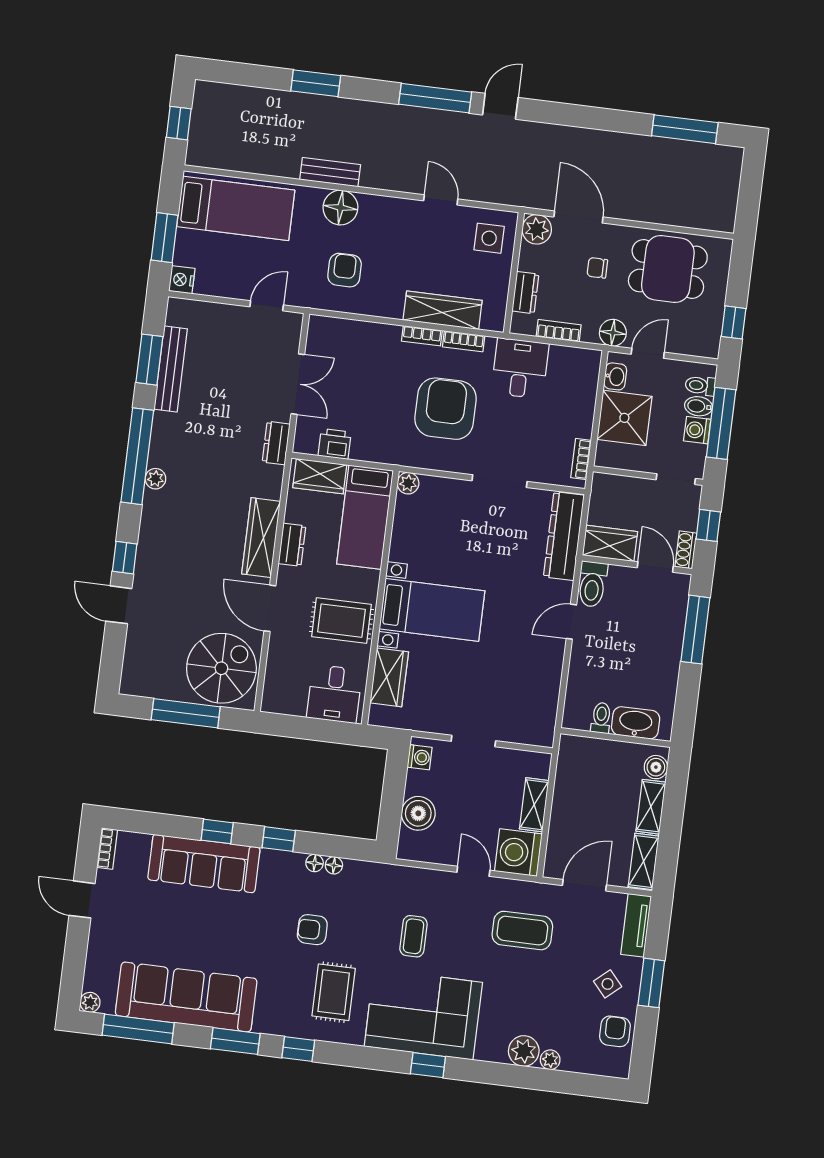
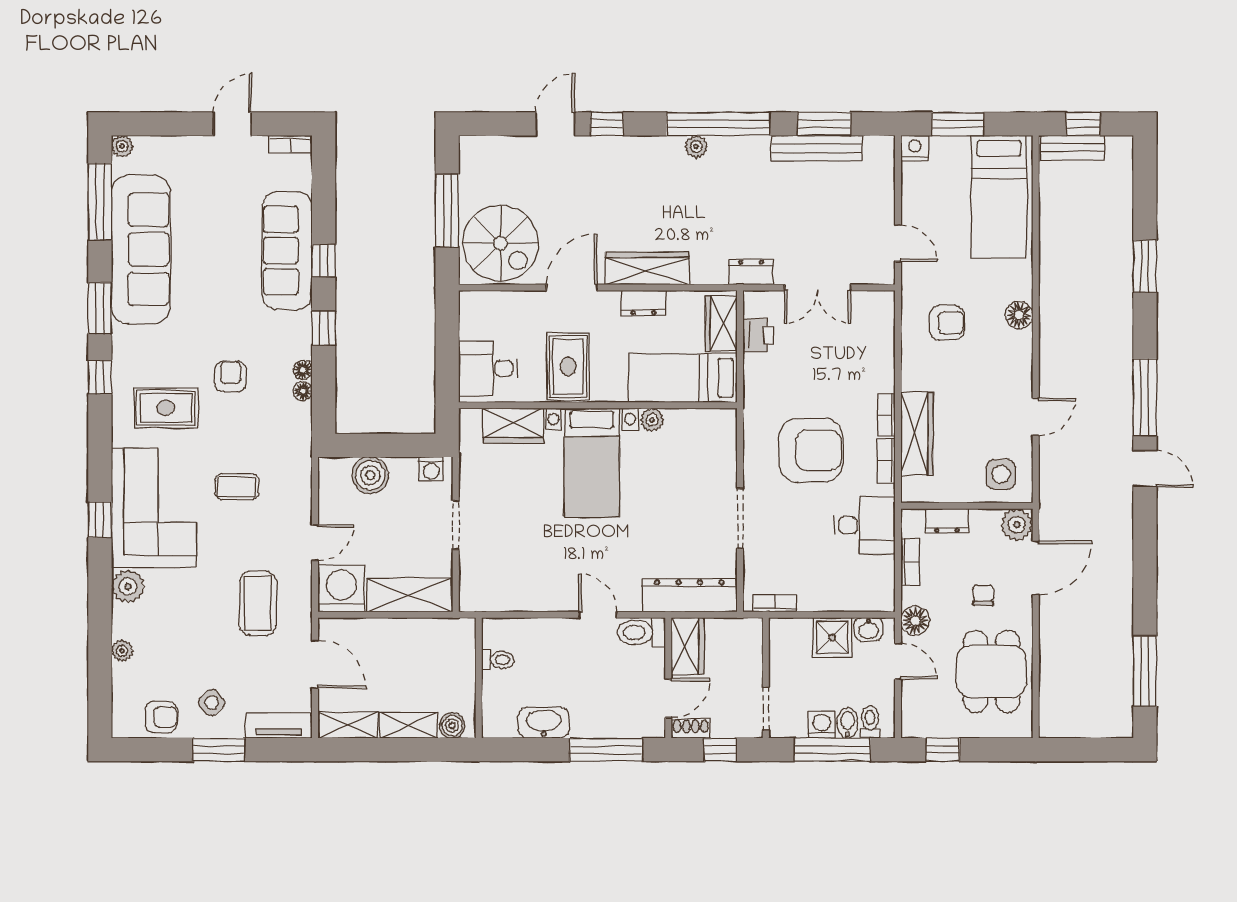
bench: (330, 172) -> (1073, 148), moved, turned 90
floor lamp: (340, 208) -> (1019, 315), width x0.73, depth x0.73
shower: (624, 418) -> (832, 637), width x0.73, depth x0.73
plant: (408, 483) -> (652, 420), moved
washbasin: (636, 723) -> (544, 723), moved, turned -90
shelving: (534, 805) -> (409, 595), width x1.50, depth x1.33
plant: (524, 1051) -> (128, 586), moved

